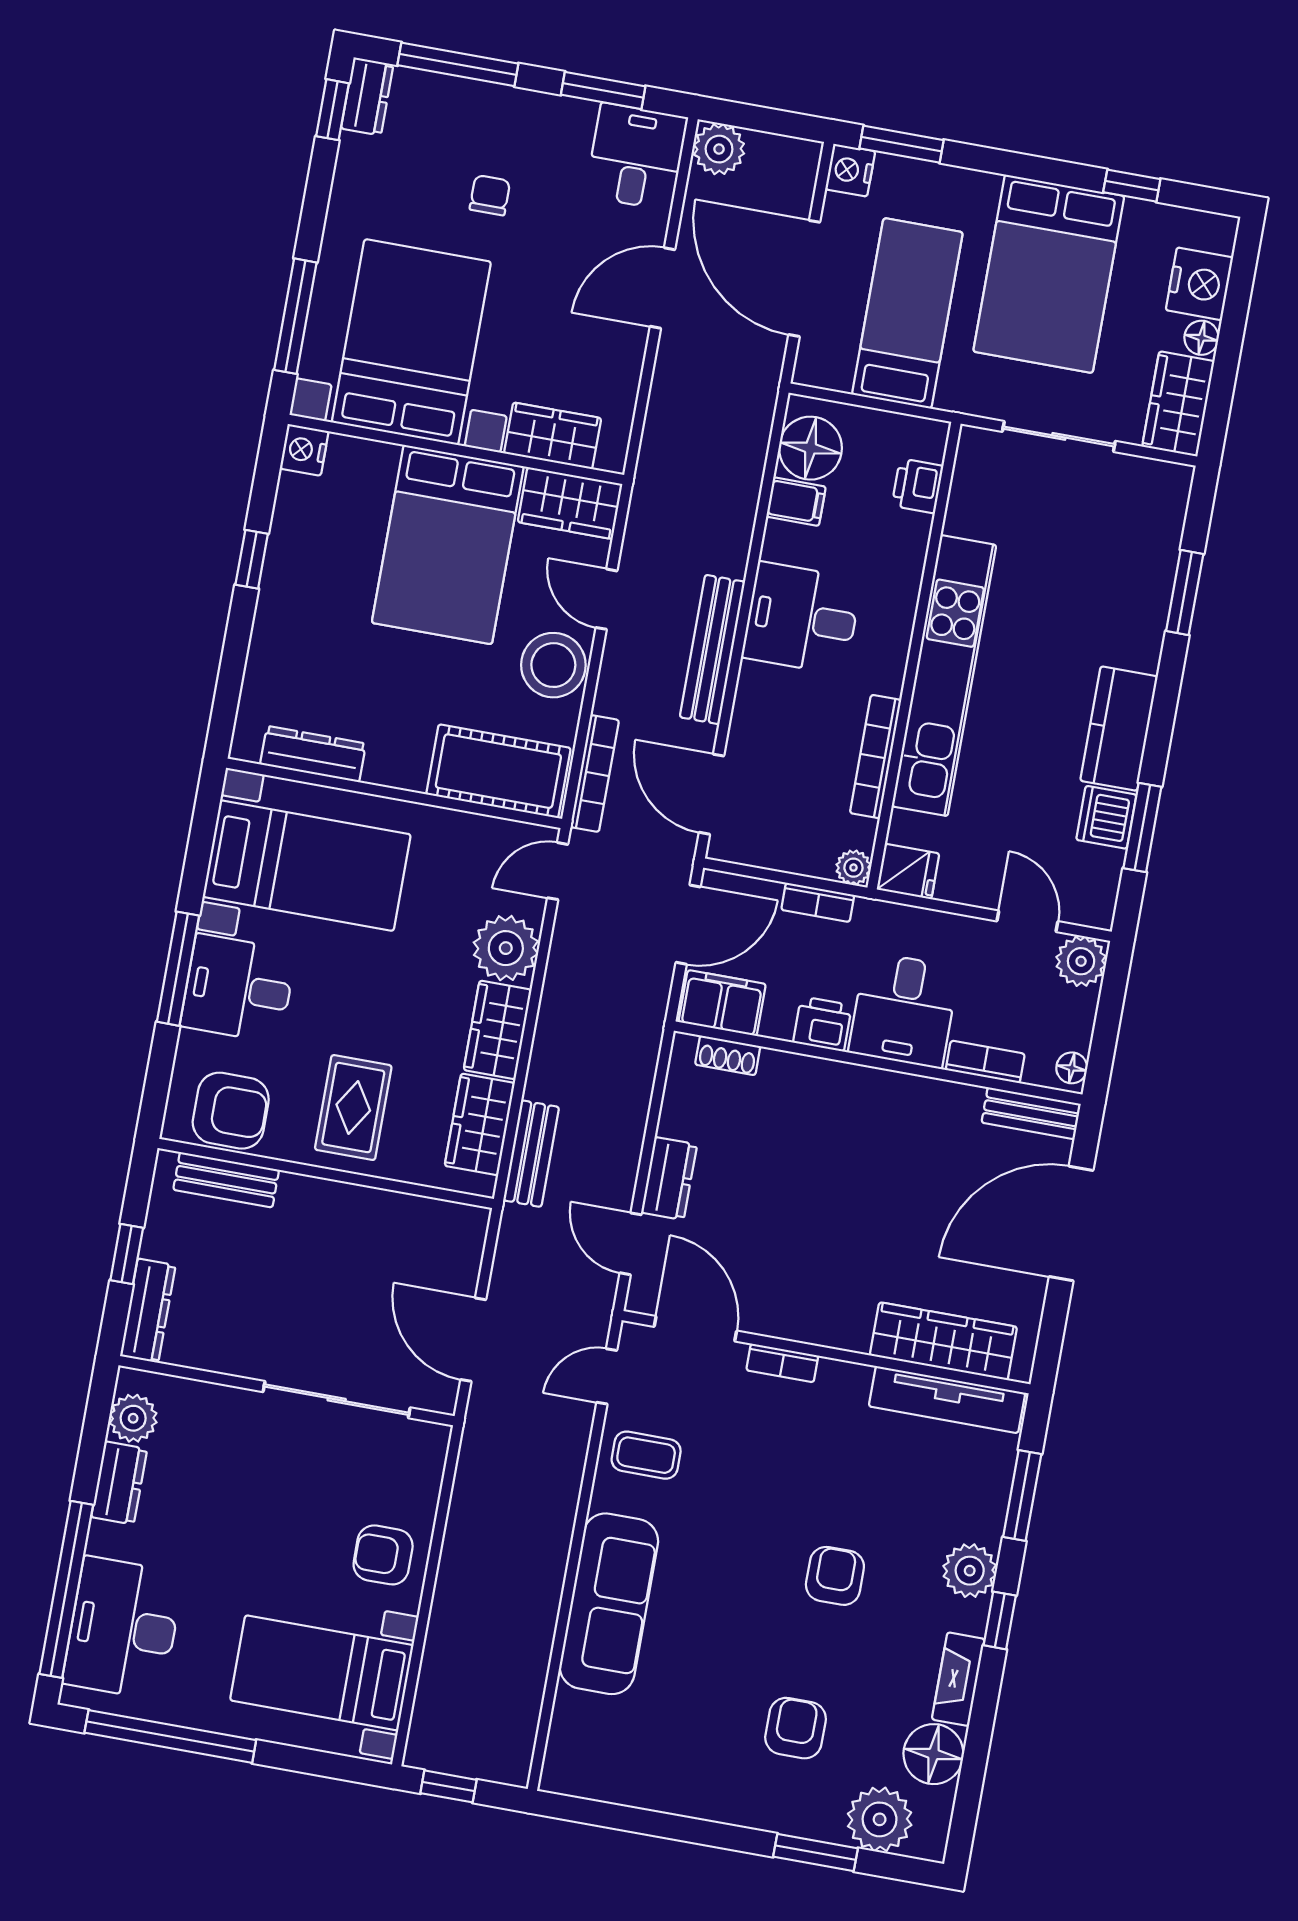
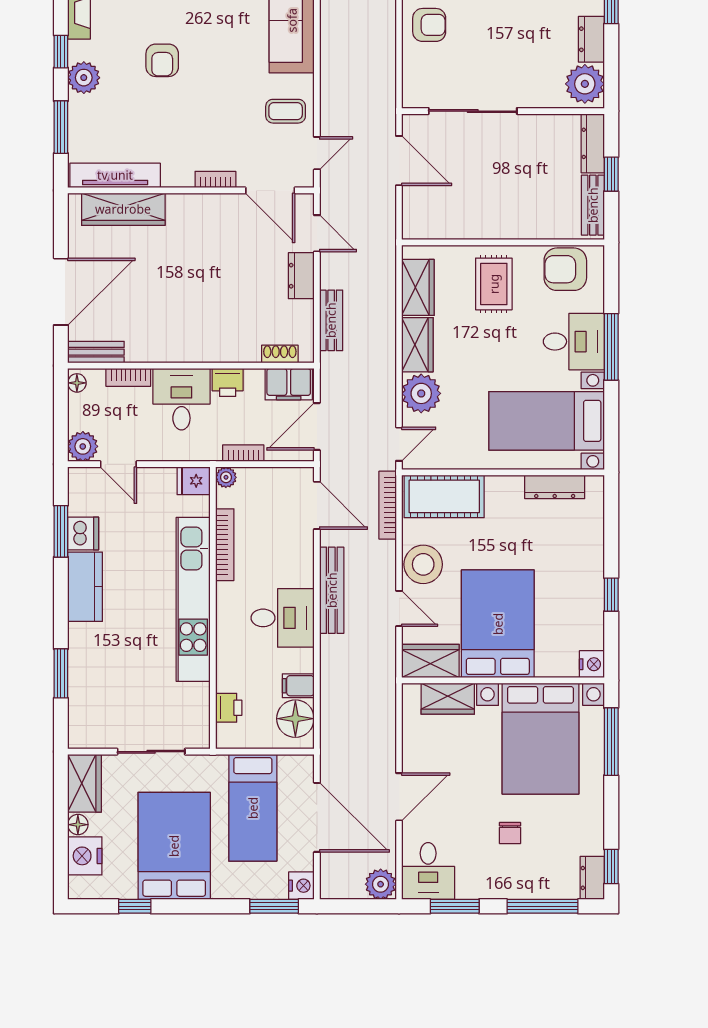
bench: (531, 1154) -> (331, 320), moved
bench: (226, 1180) -> (593, 205), moved, turned 90
plant: (133, 1418) -> (585, 84), width x1.36, depth x1.36

